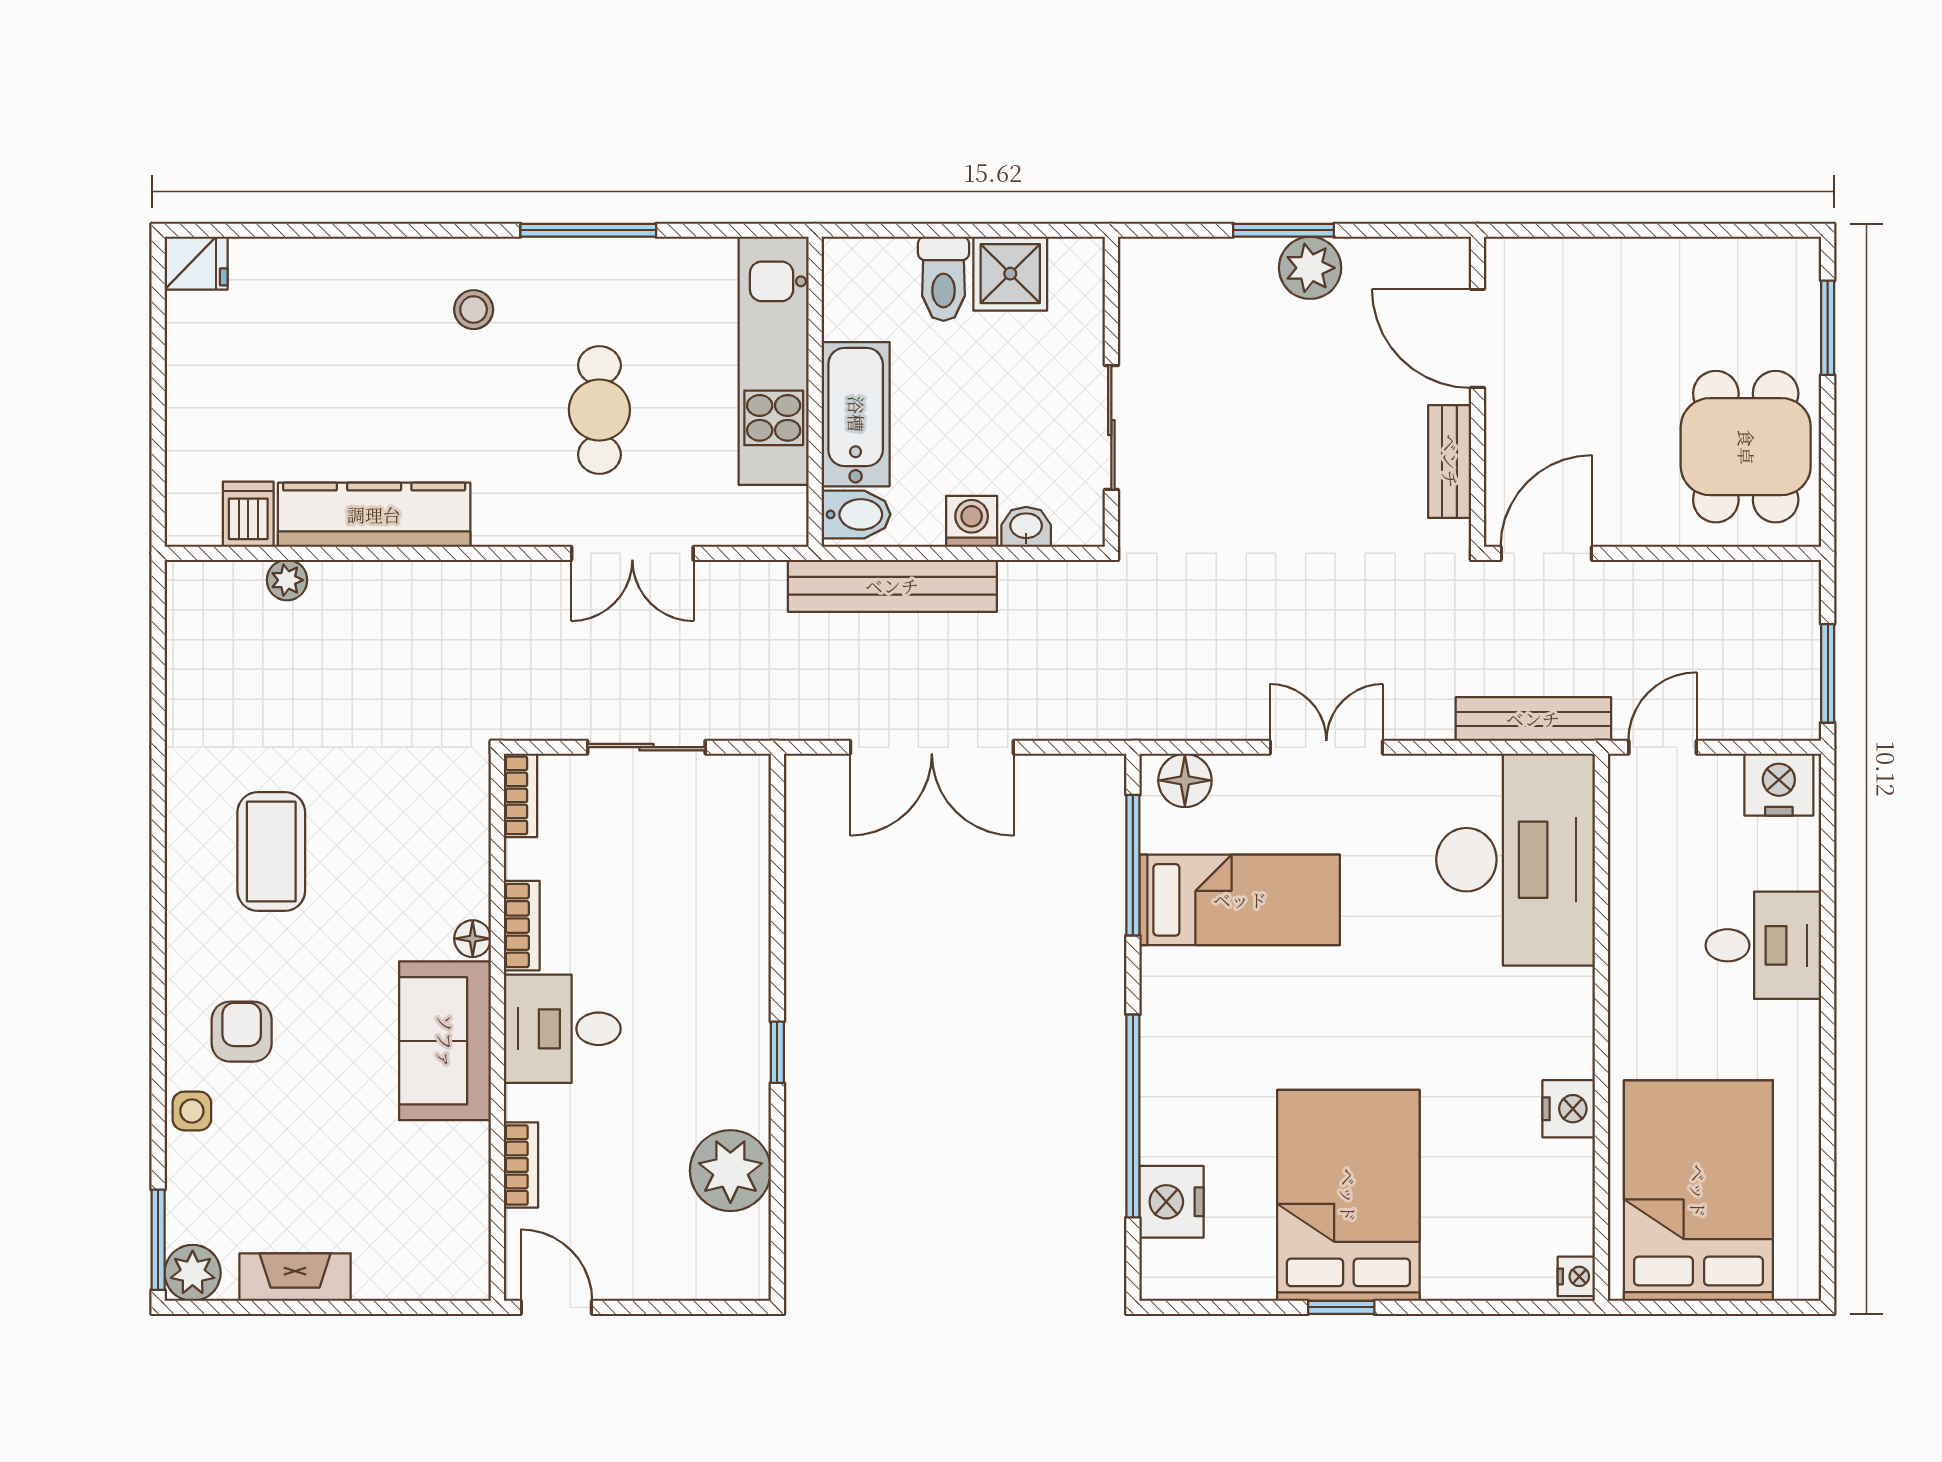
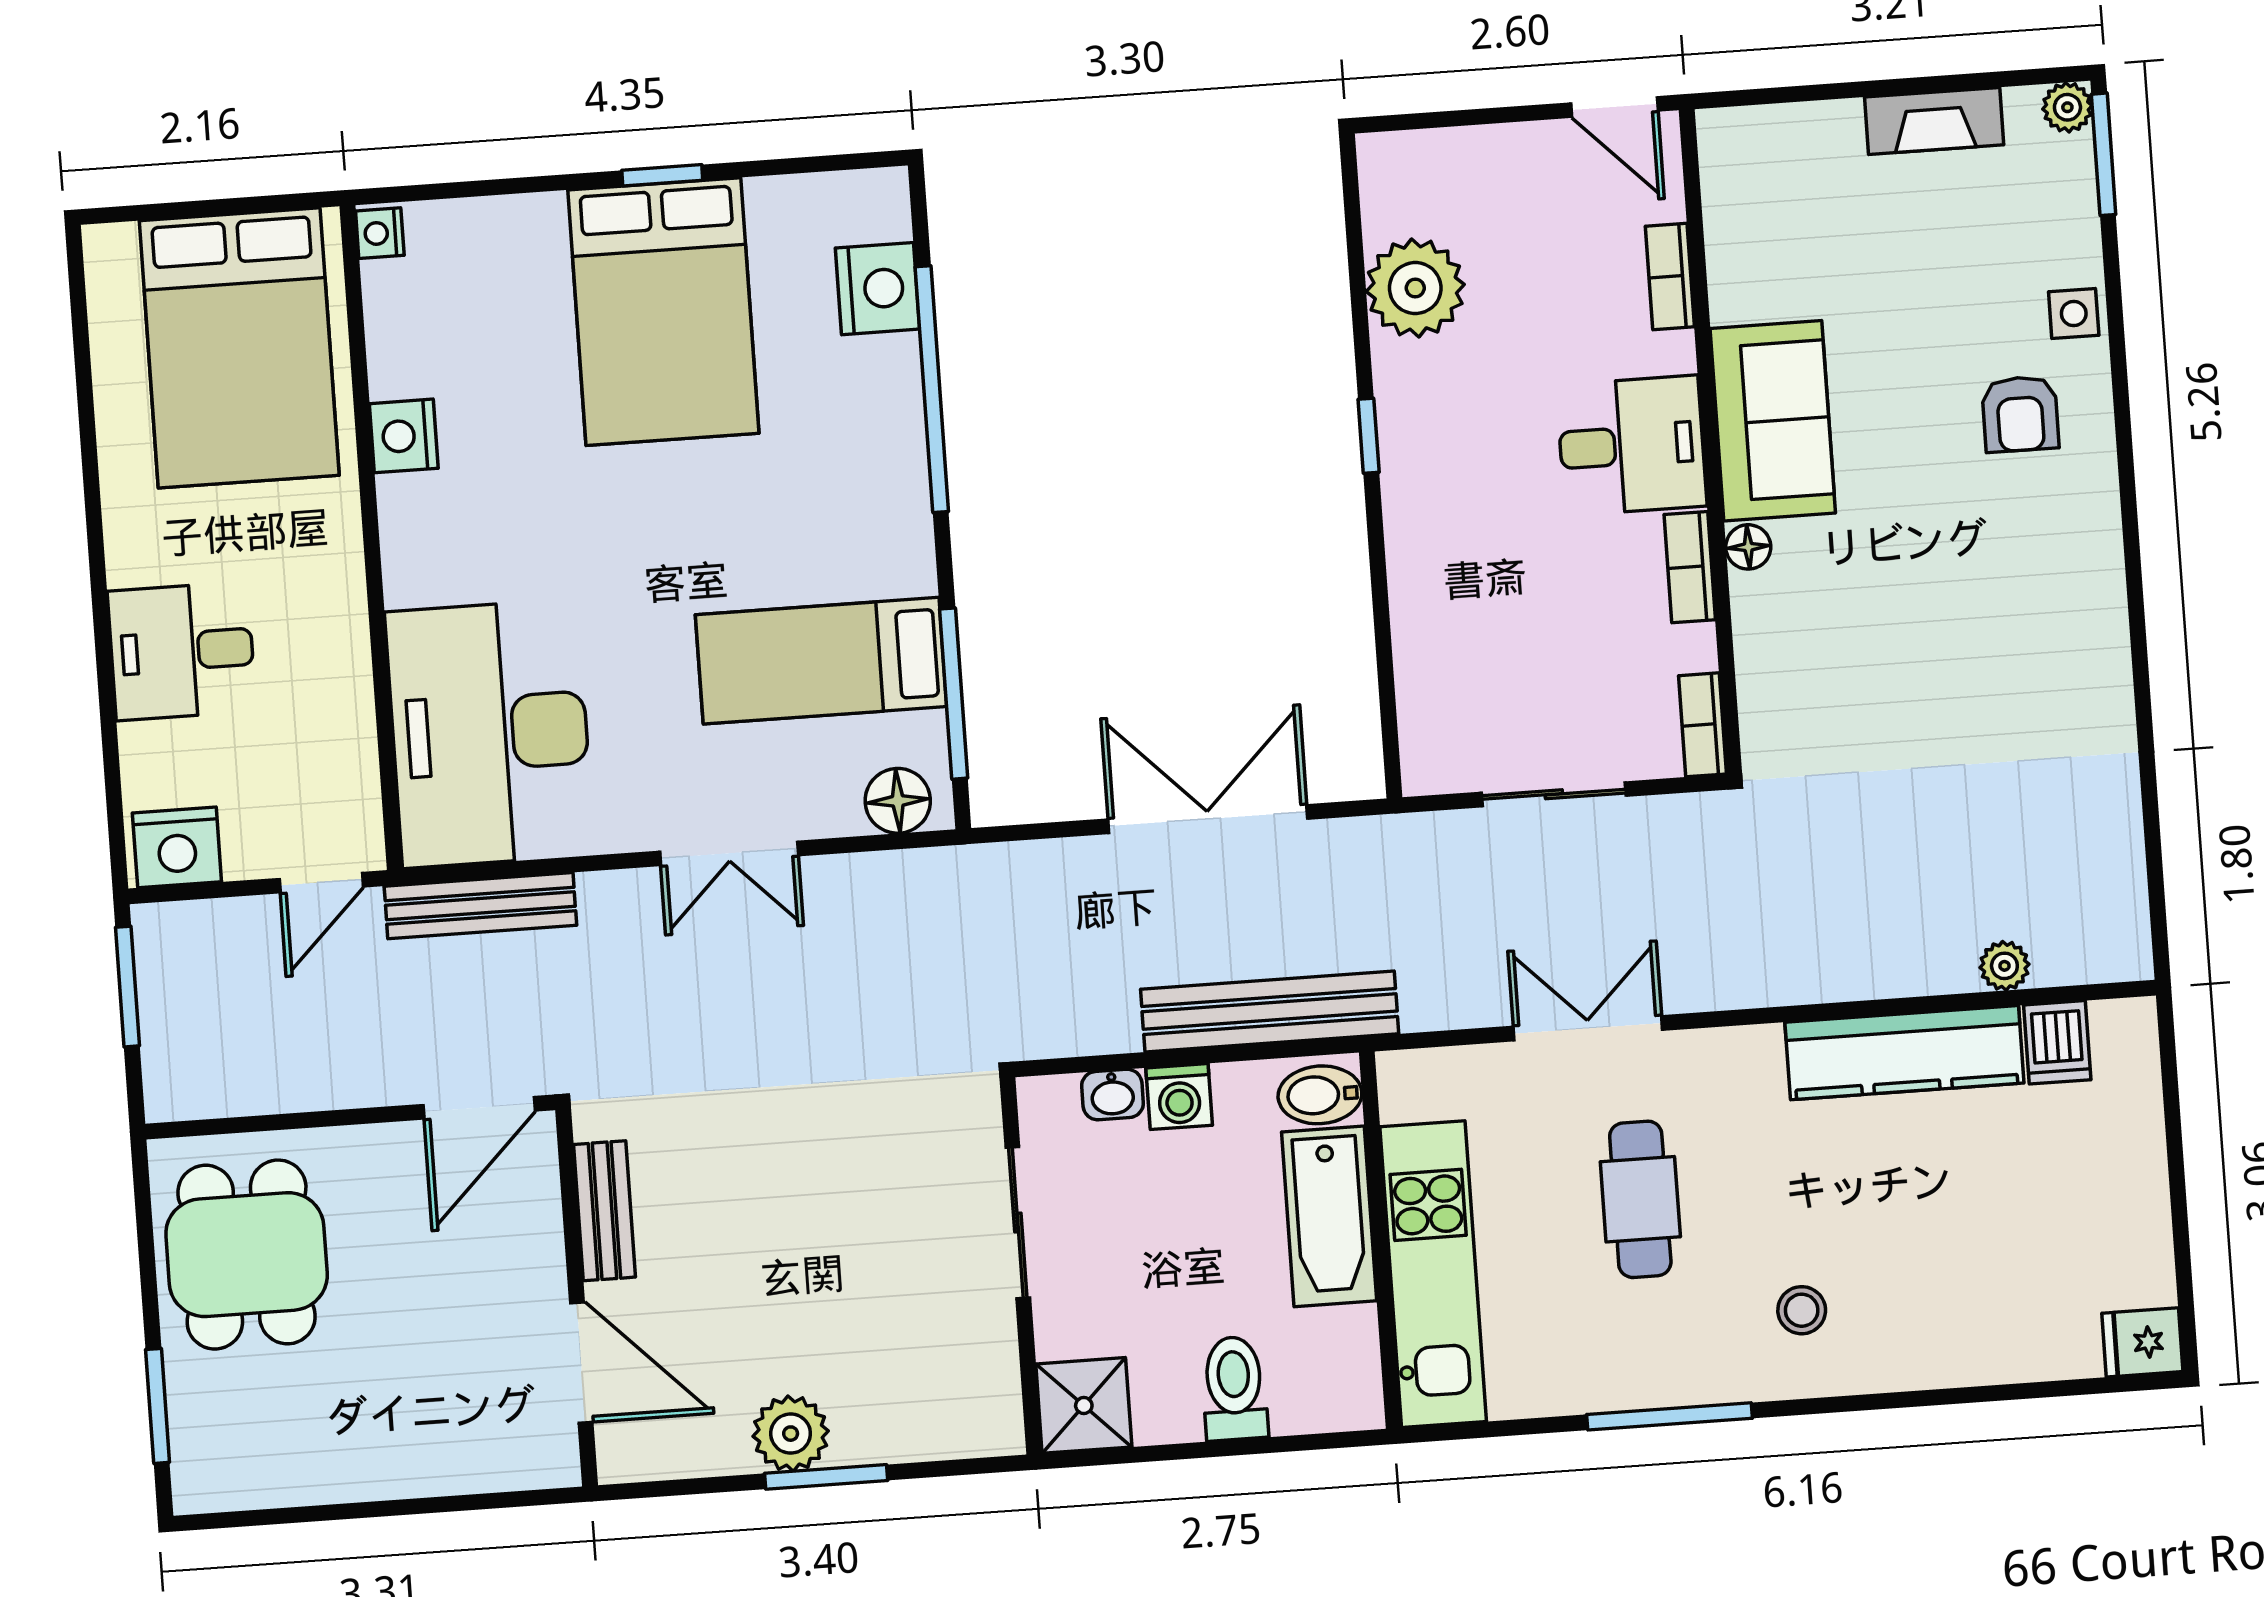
shower: (1010, 274) -> (1084, 1405), moved
coffee table: (271, 852) -> (2000, 635), removed
plant: (193, 1273) -> (2067, 107), width x0.73, depth x0.73

